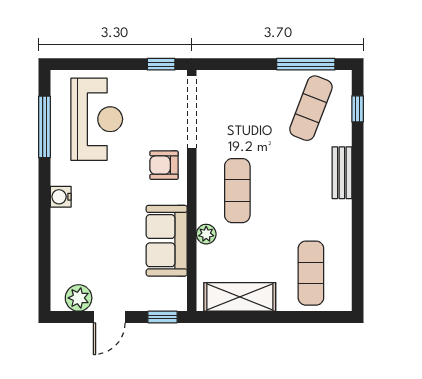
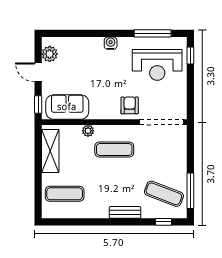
window: (161, 64) -> (190, 56), moved
sofa: (167, 241) -> (67, 107), moved

